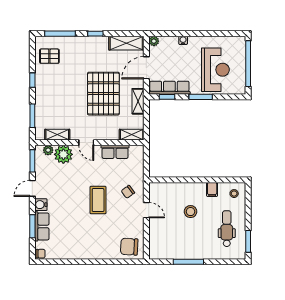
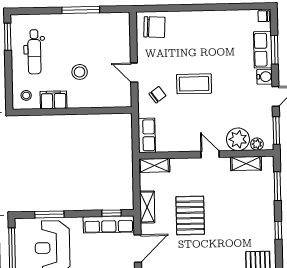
pallet: (103, 94) -> (190, 215), width x0.73, depth x0.71
window: (201, 97) -> (49, 214), moved
row of seats: (115, 152) -> (147, 135), moved, turned 90
filing cabinet: (212, 189) -> (53, 100), width x2.00
coffee table: (98, 200) -> (194, 84), turned 90

